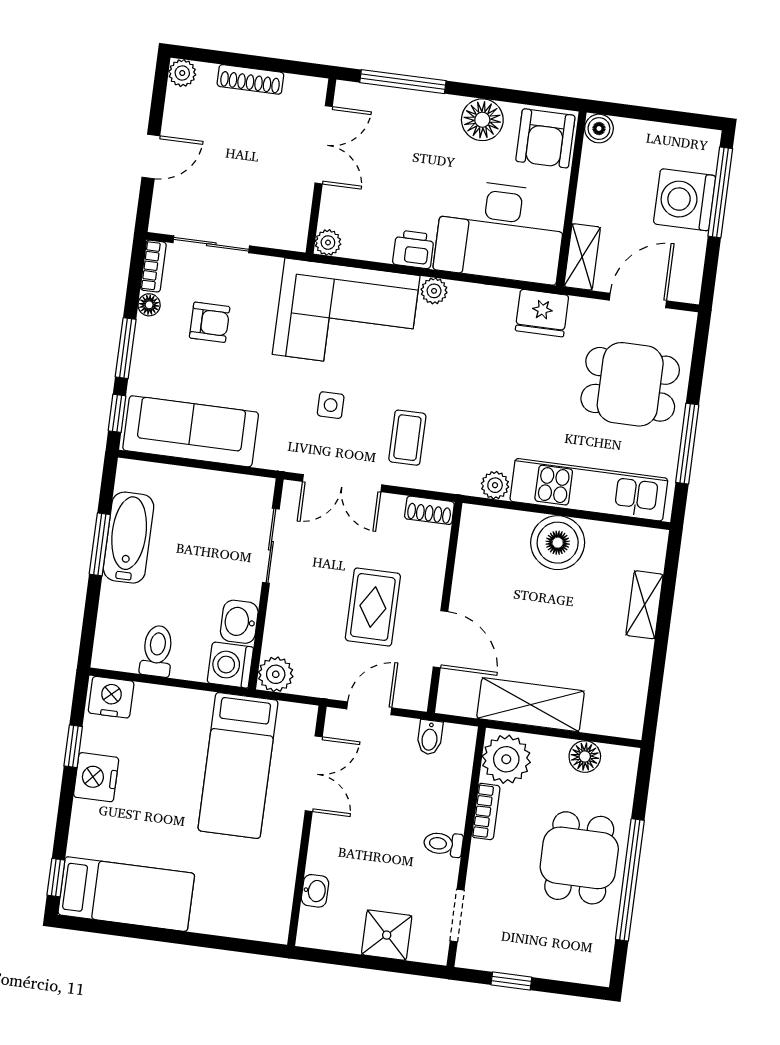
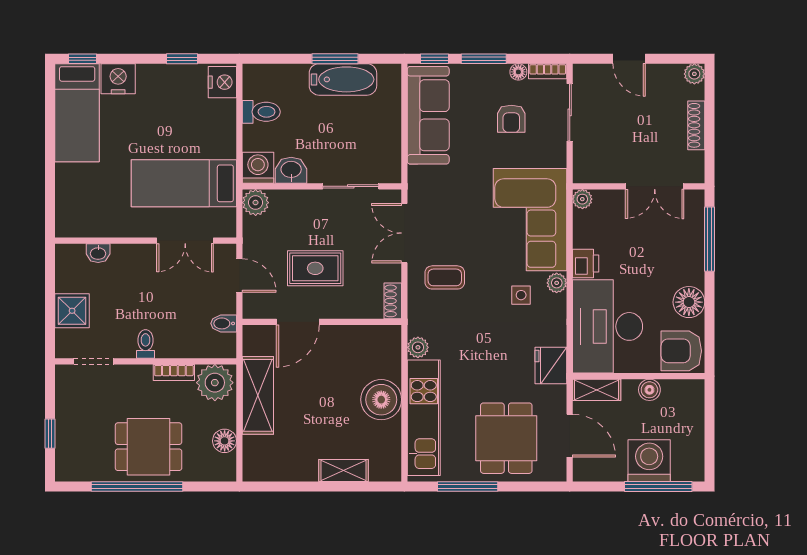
boiler: (599, 129) -> (649, 390), moved
side table: (331, 405) -> (521, 295), moved
nightstand: (96, 777) -> (118, 79), moved
window: (511, 981) -> (50, 434), moved

